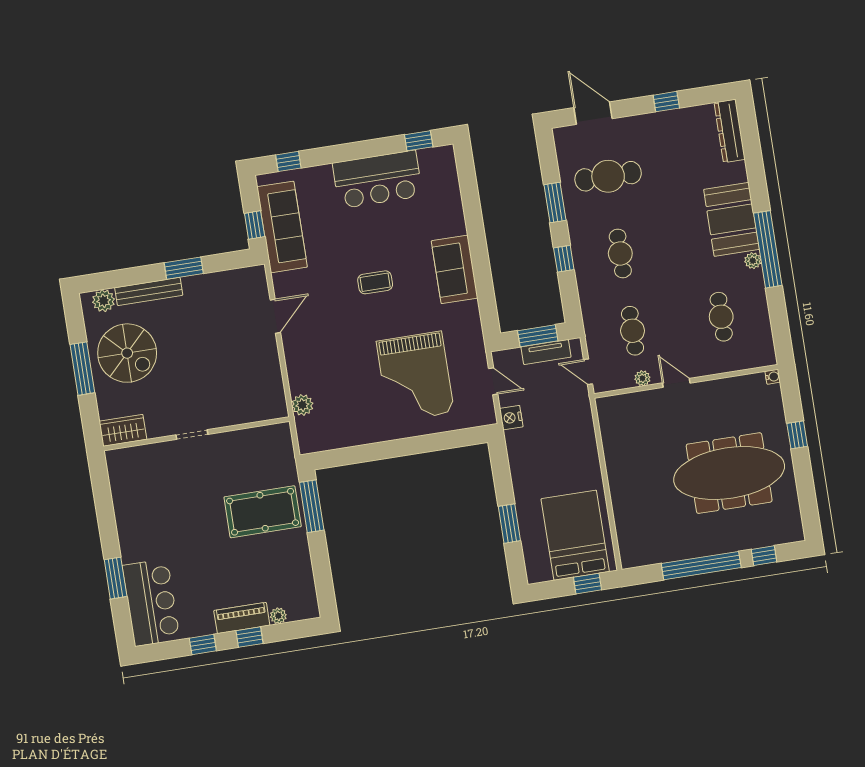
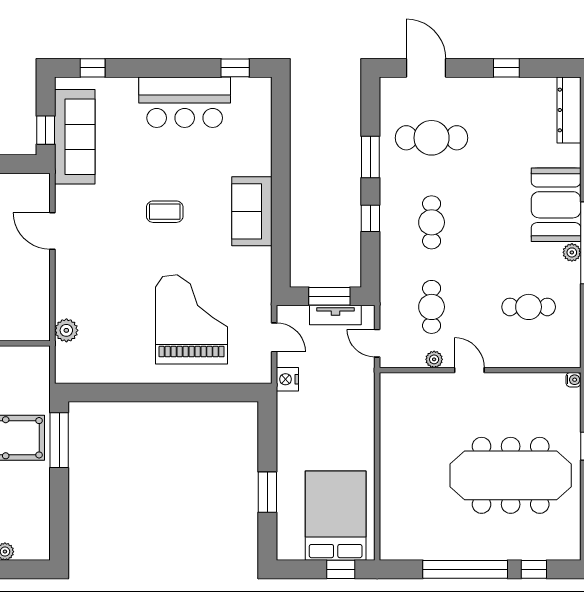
door: (275, 316) -> (52, 231), swing flipped
cafe table: (721, 317) -> (529, 307), turned 90
grand piano: (415, 377) -> (192, 319), turned 180

